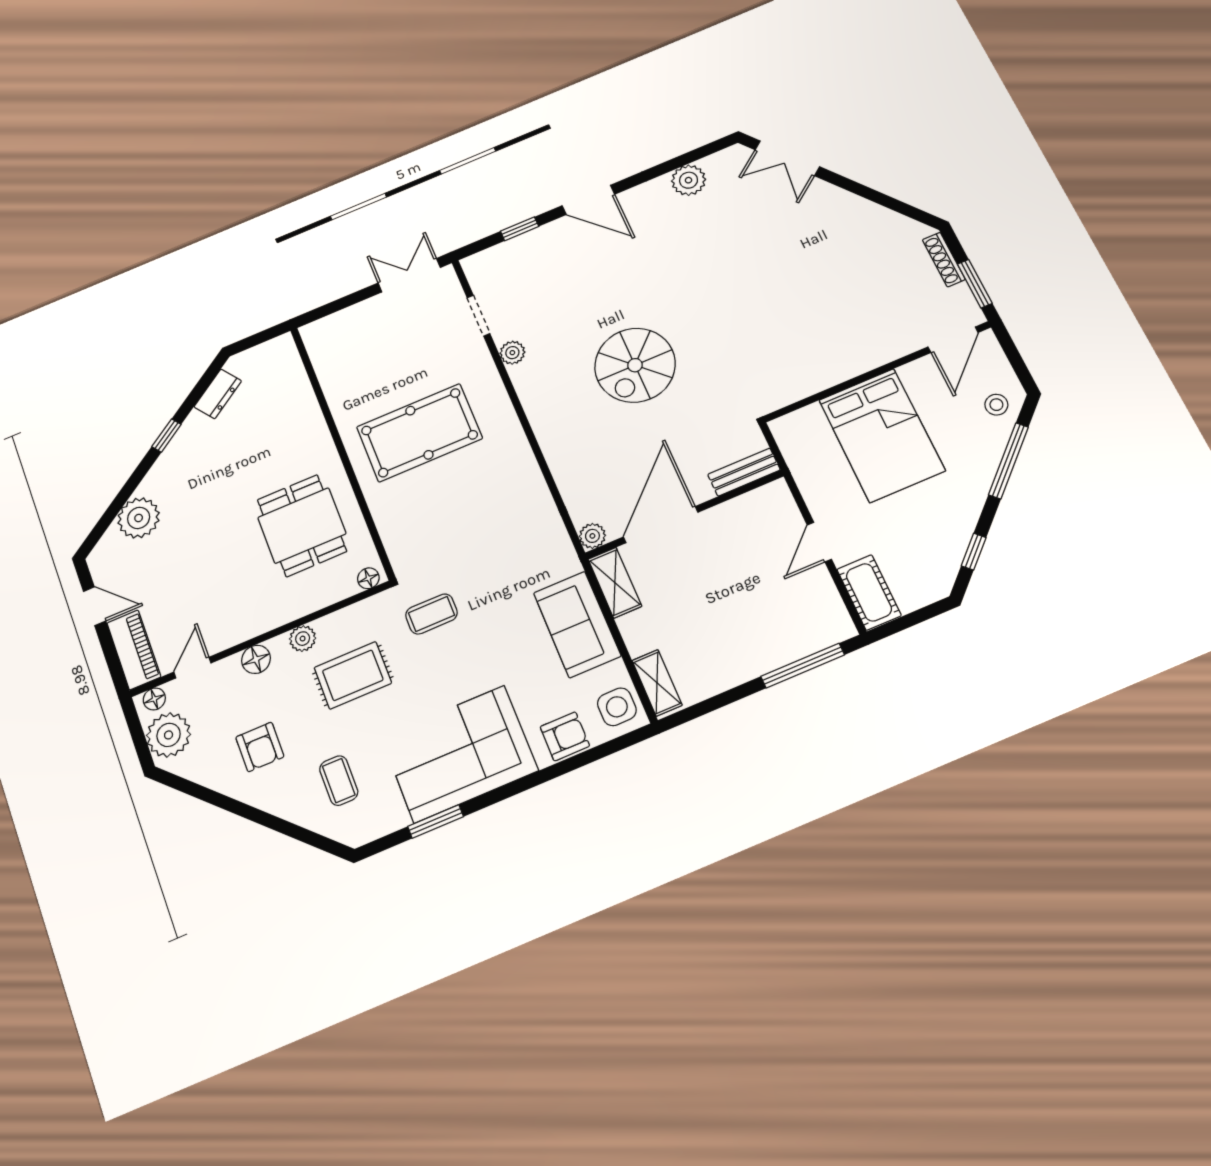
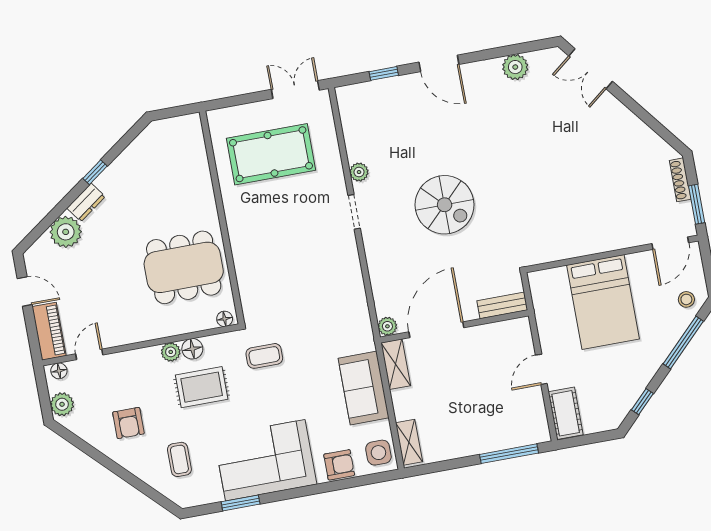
doorway: (478, 316) -> (354, 212), moved
spiral stairs: (635, 365) -> (445, 205), turned -90
dresser: (218, 394) -> (86, 202), moved
pool table: (419, 433) -> (271, 154), moved
dining table: (302, 526) -> (184, 267), width x1.38
floor lamp: (256, 659) -> (192, 349), moved
plant: (169, 735) -> (62, 404), width x0.73, depth x0.73

